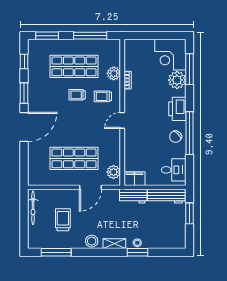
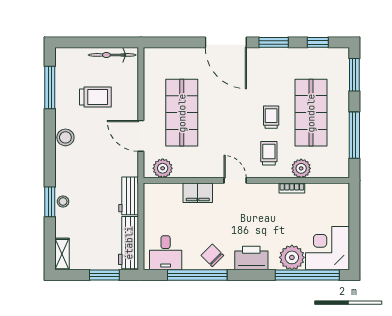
window: (190, 69) -> (307, 275), width x1.46
window: (190, 133) -> (197, 275), moved
filing cabinet: (134, 179) -> (198, 193), moved, turned 90
shelving: (114, 244) -> (62, 254), moved

